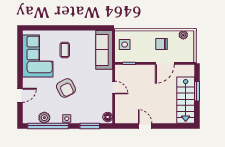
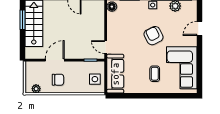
door: (114, 88) -> (106, 47), moved
window: (197, 91) -> (22, 20), moved

